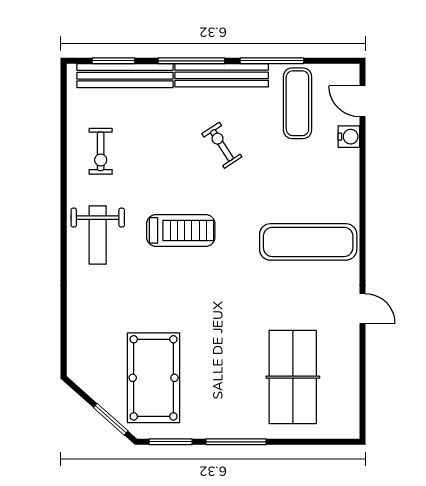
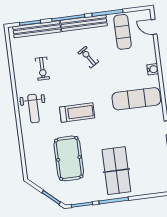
water cooler: (349, 137) -> (153, 69), moved
exercise bike: (101, 151) -> (42, 69), moved
treadmill: (181, 230) -> (77, 113), moved
table tennis table: (293, 377) -> (116, 171), moved
pool table: (154, 378) -> (69, 158), moved

